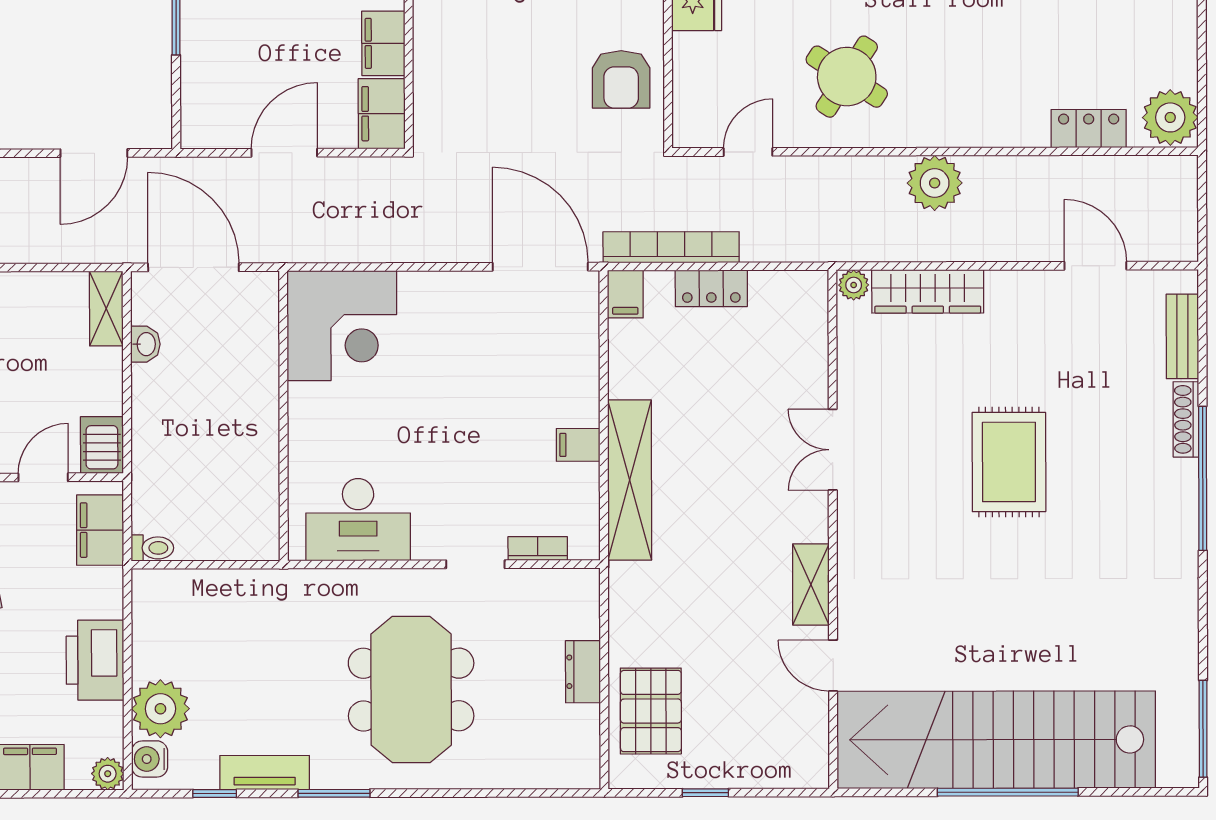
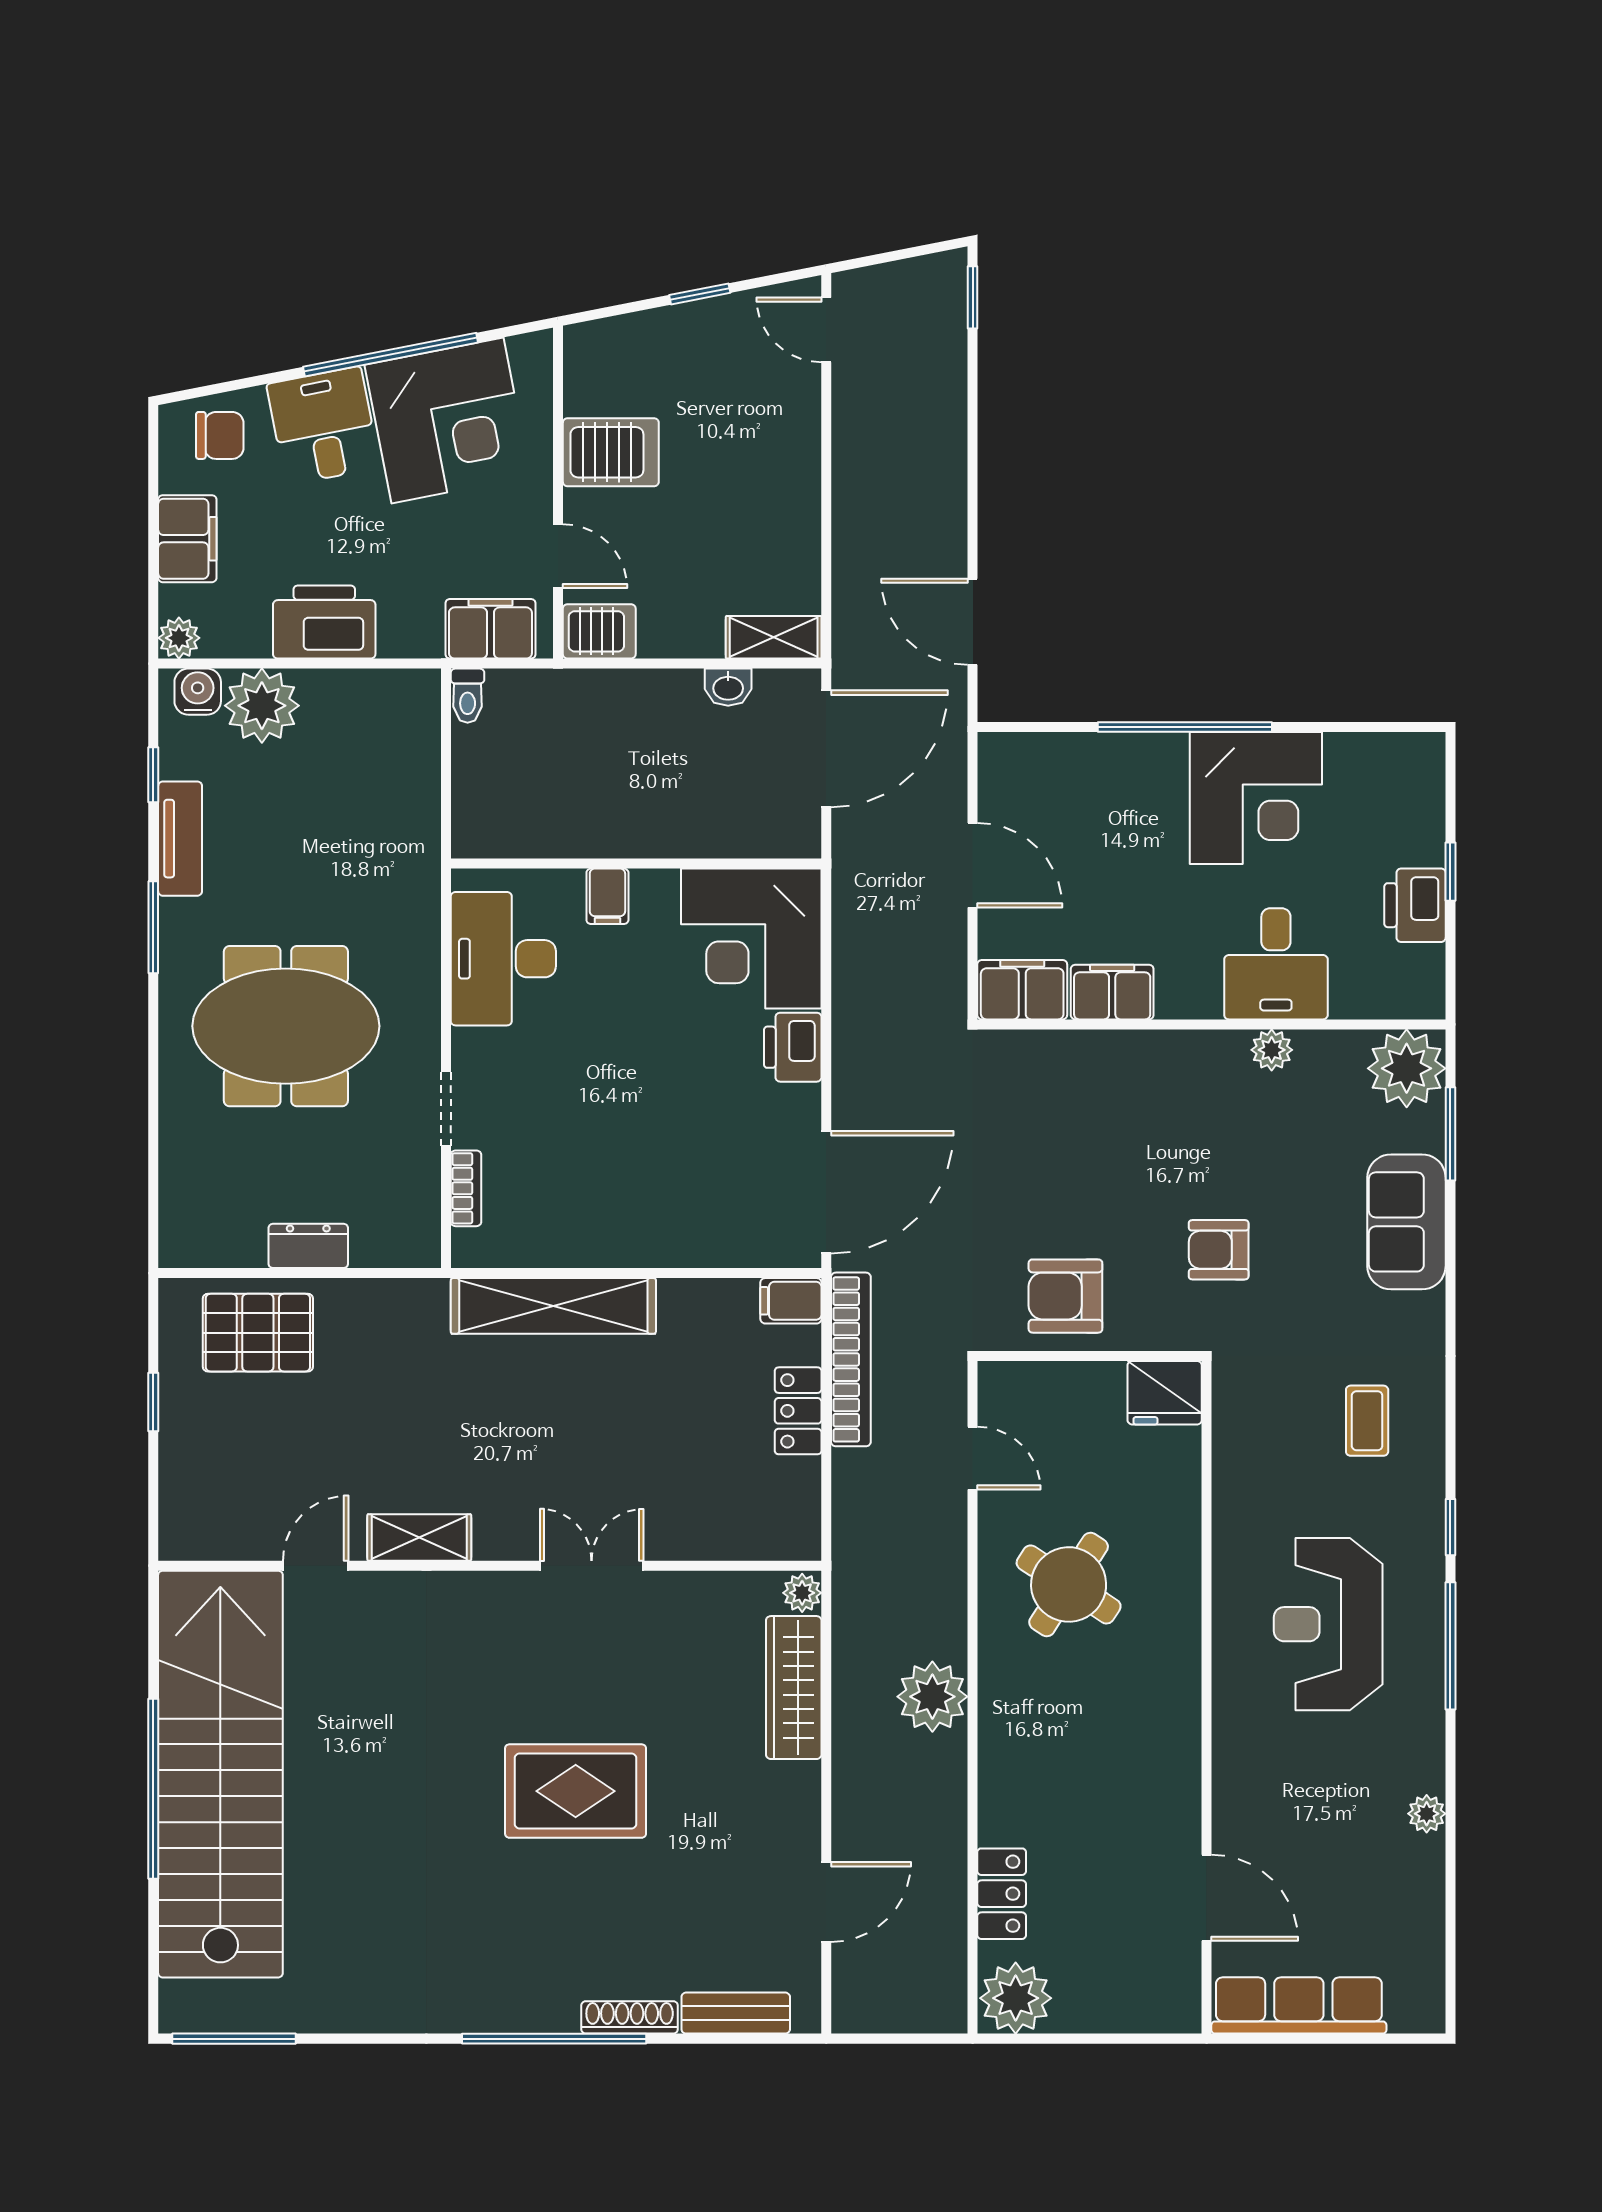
printer: (427, 293) -> (793, 1047), added
filing cabinet: (578, 445) -> (607, 896), moved, turned 180

